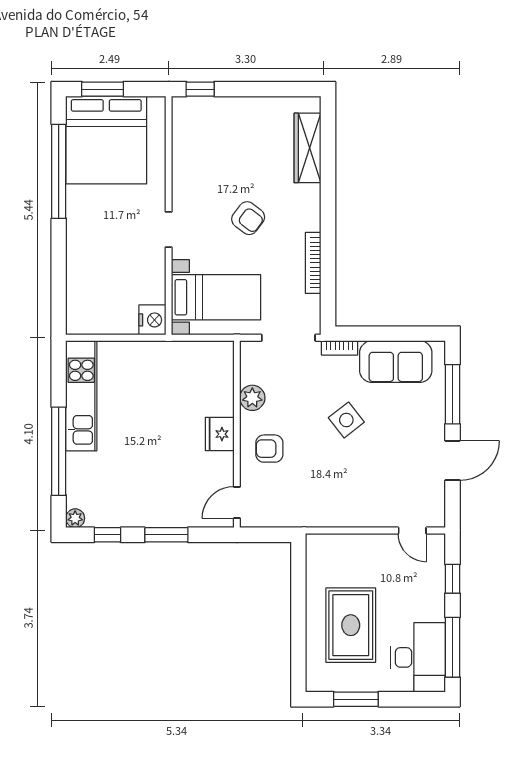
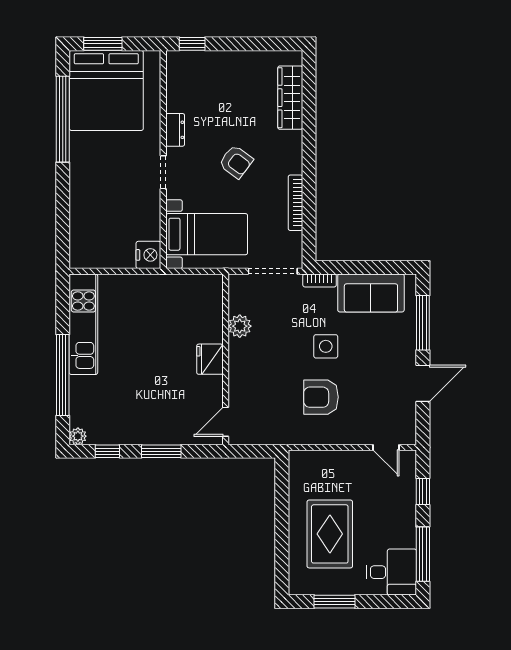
dresser: (182, 183) -> (175, 130), added
side table: (346, 420) -> (326, 346), turned 38
armchair: (269, 449) -> (321, 397), moved, width x1.38, depth x1.38
desk: (418, 657) -> (391, 572), width x0.73

